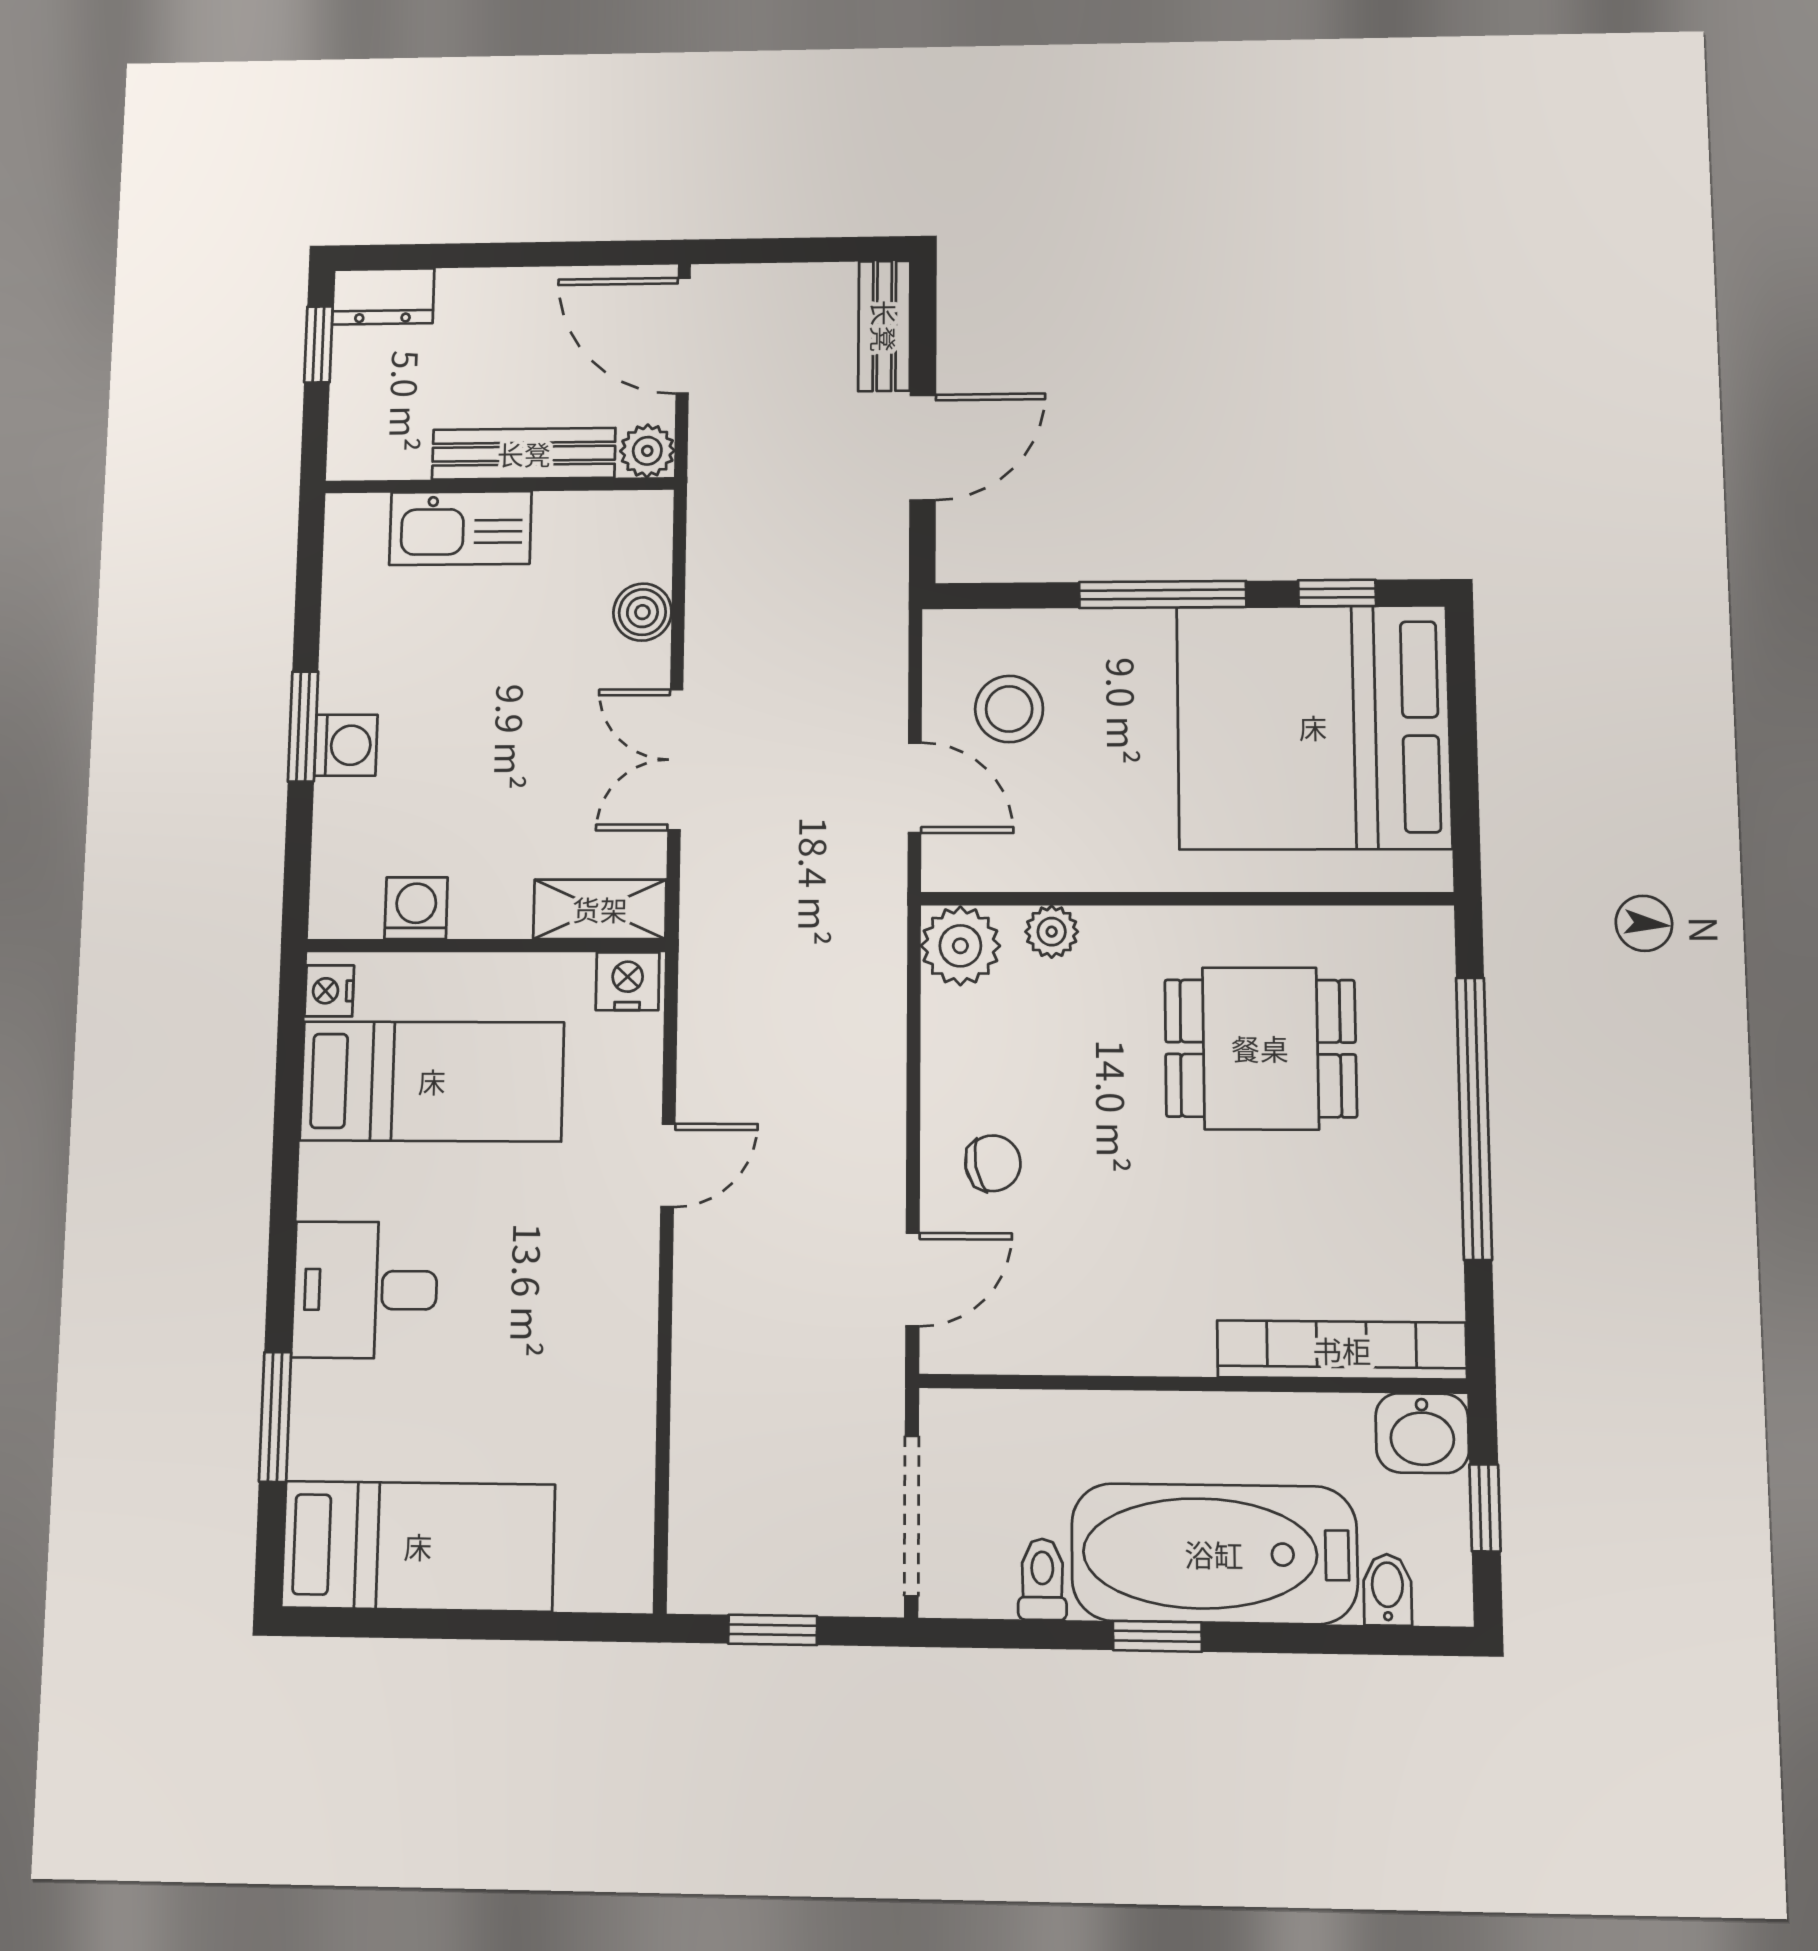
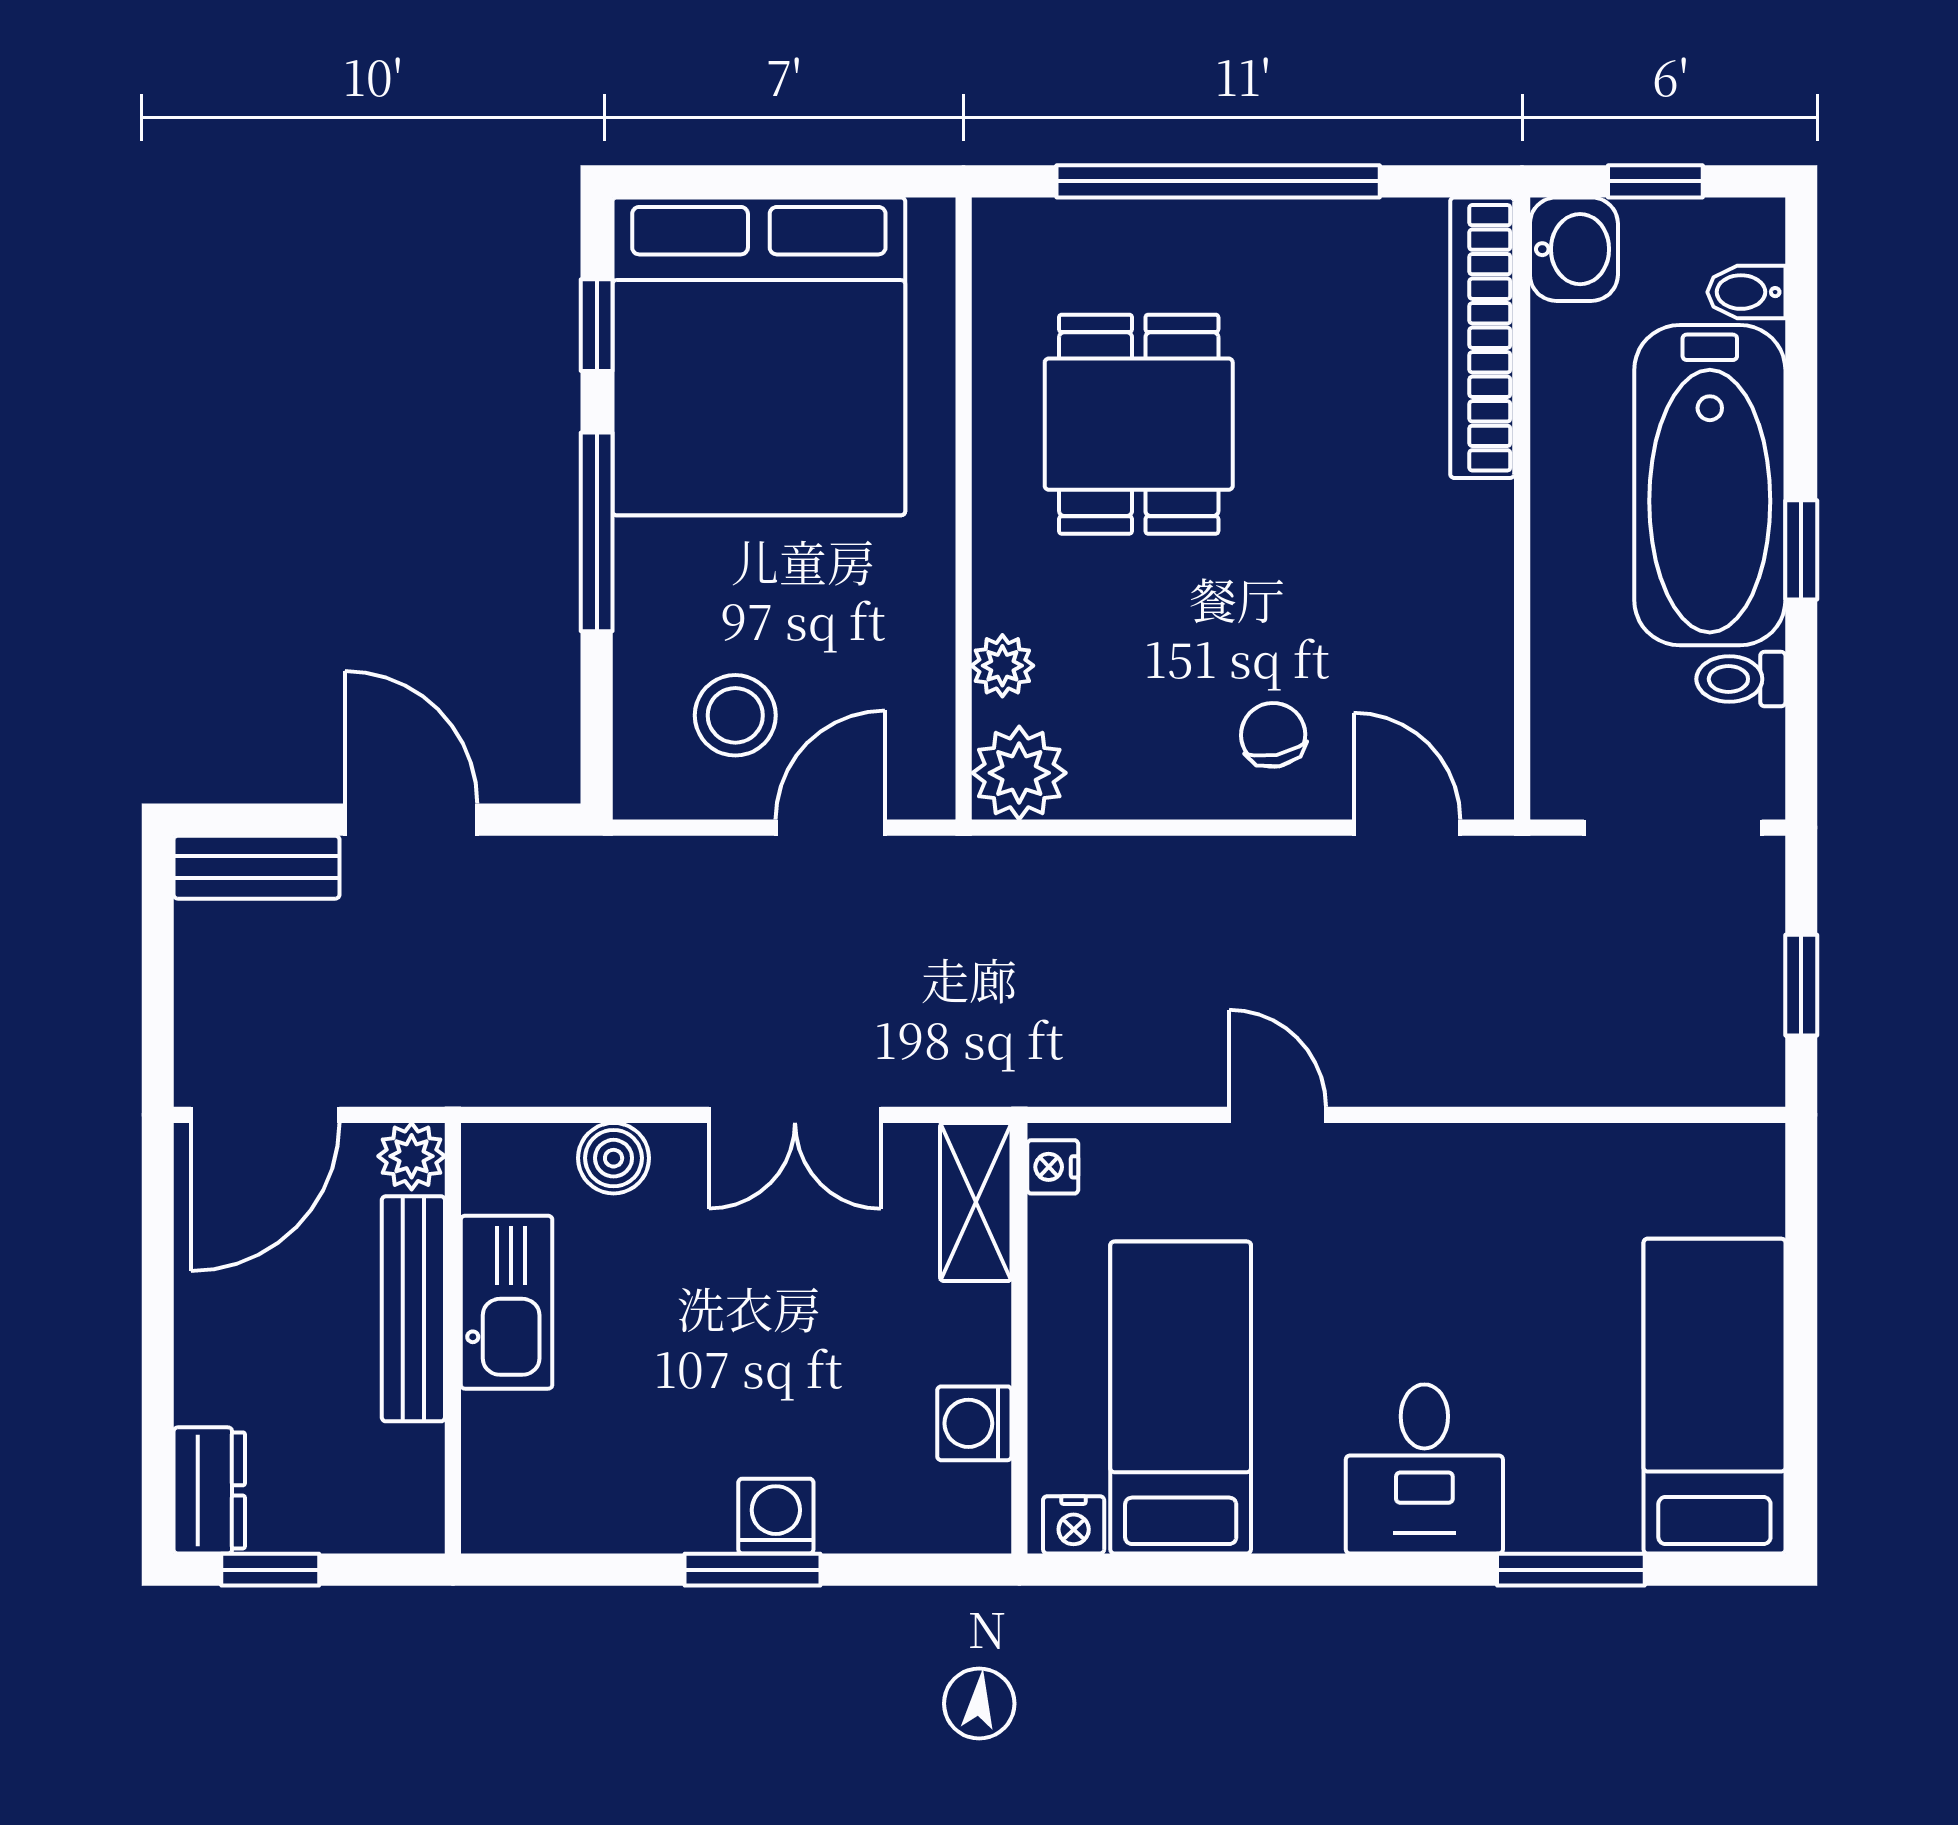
kitchen sink: (460, 528) -> (507, 1302), moved
nightstand: (628, 981) -> (1053, 1167), width x0.72, depth x0.74

